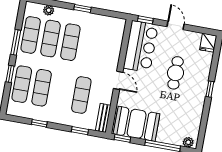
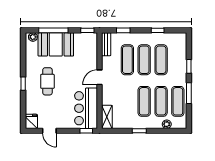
door: (176, 25) -> (49, 131), moved
shelving: (118, 32) -> (107, 117), added
cafe table: (176, 73) -> (47, 81), moved
door: (118, 80) -> (99, 77), hinge flipped
exercise mat: (22, 84) -> (144, 60), moved
booth: (137, 124) -> (56, 44), moved

